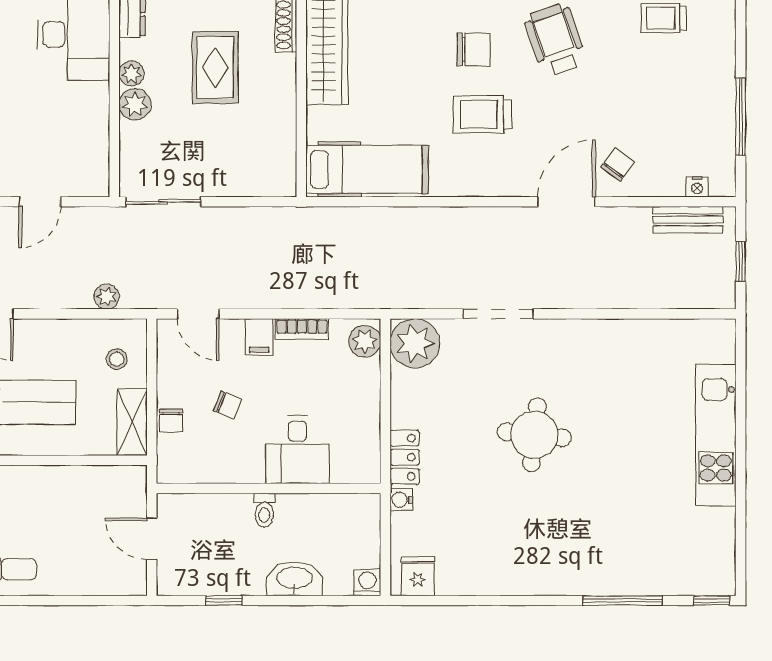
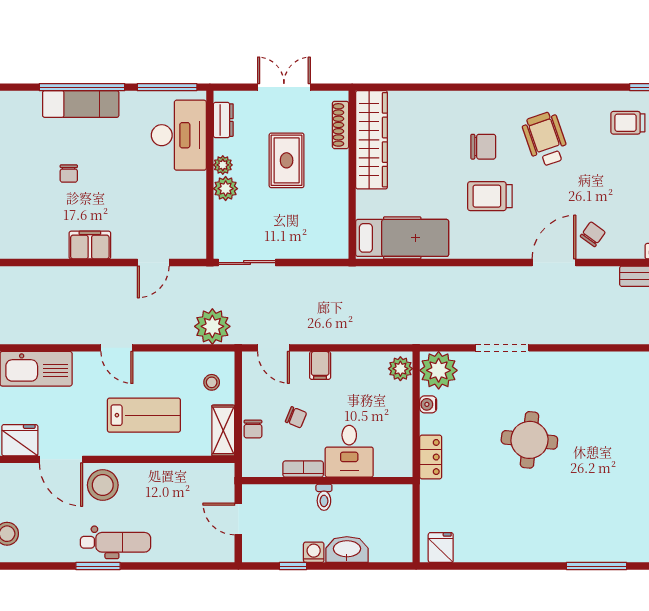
plant: (107, 297) -> (212, 326), width x1.88, depth x1.88
bookcase: (302, 329) -> (303, 469), moved, turned 180
water cooler: (401, 500) -> (428, 404), moved
washing machine: (367, 582) -> (314, 552), moved

